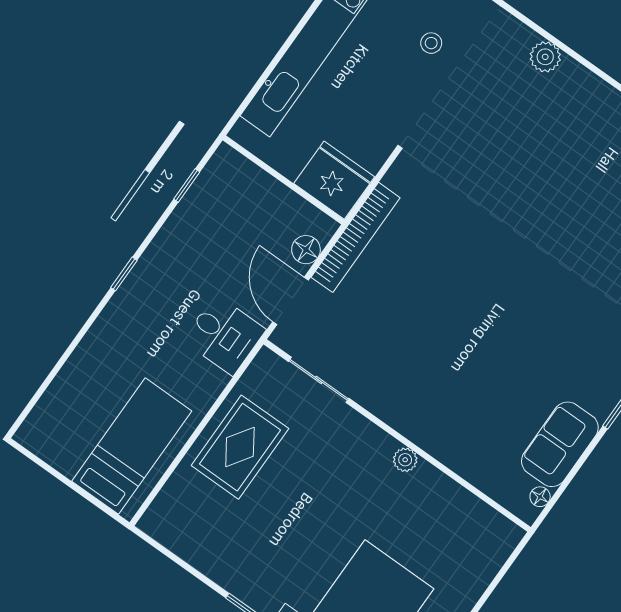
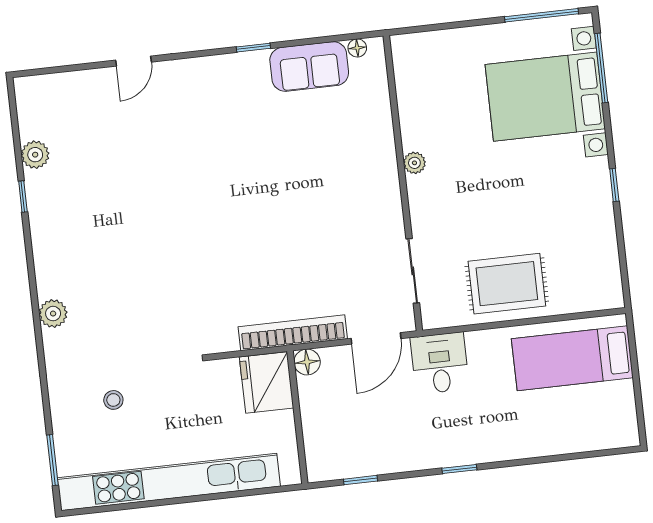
floor lamp: (306, 250) -> (307, 362), moved

